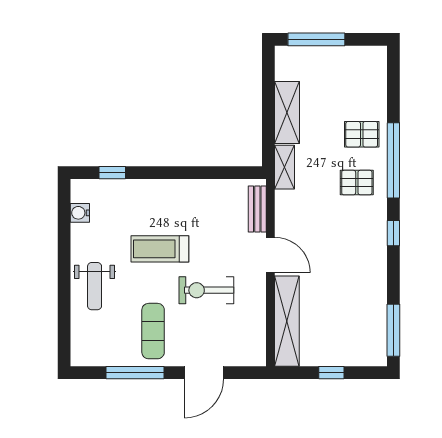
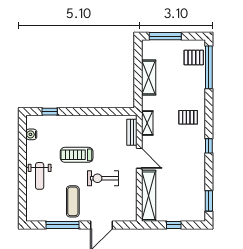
pallet: (362, 134) -> (194, 58), moved
window: (393, 160) -> (209, 67), moved
shelving: (284, 167) -> (147, 123), moved
window: (393, 330) -> (209, 201), width x0.69

